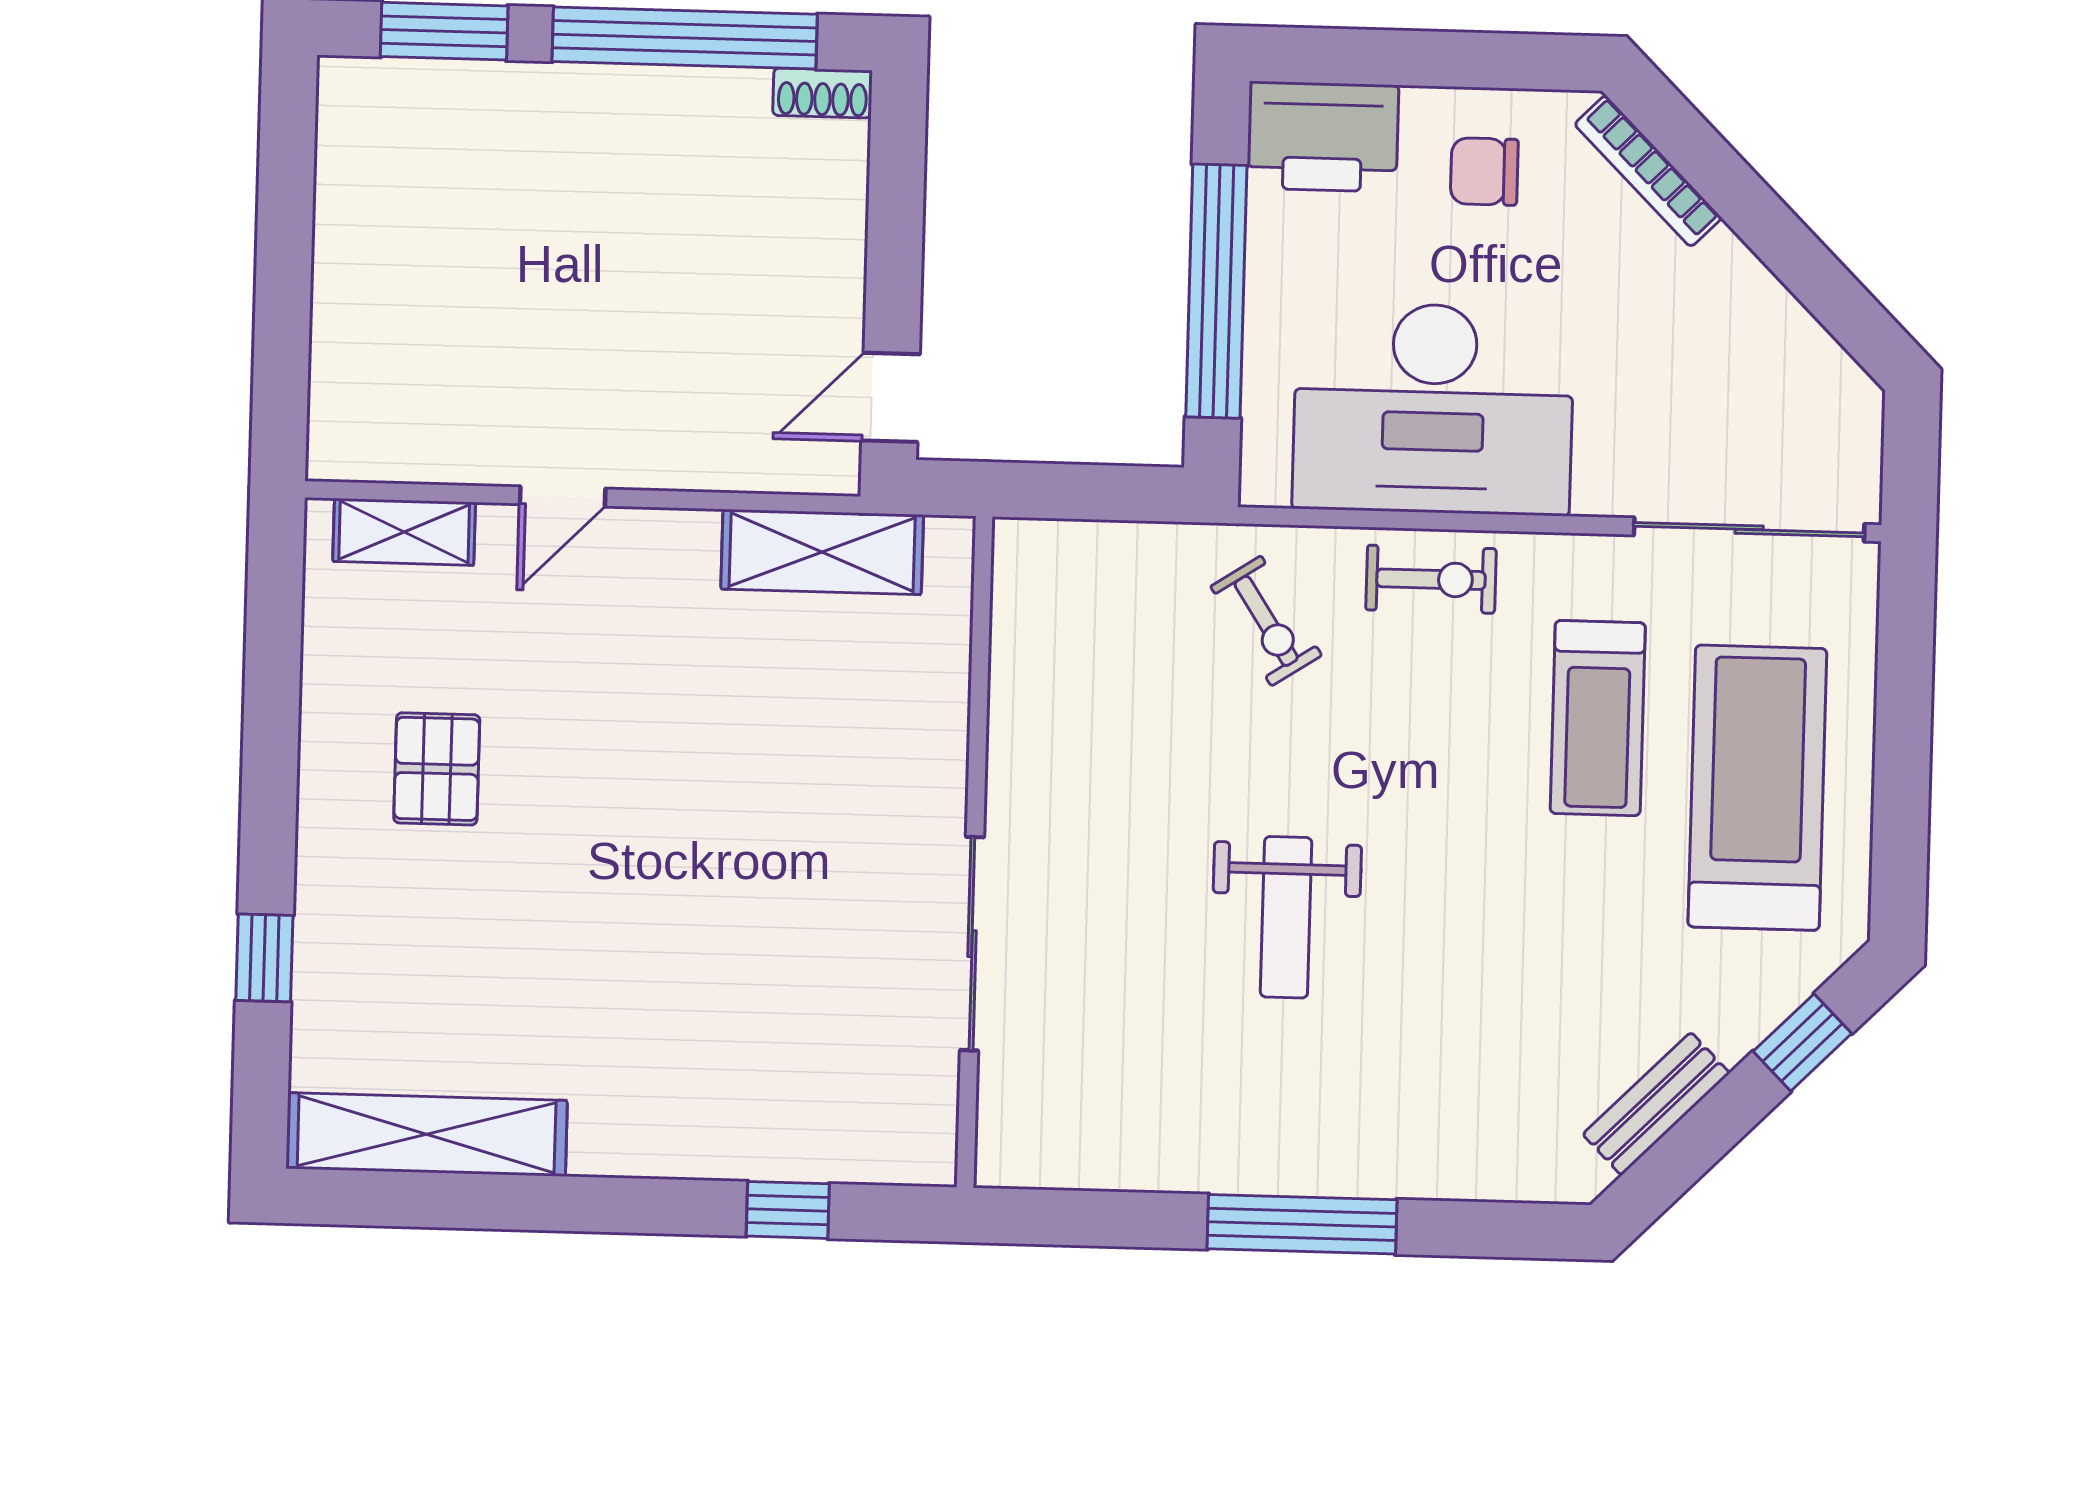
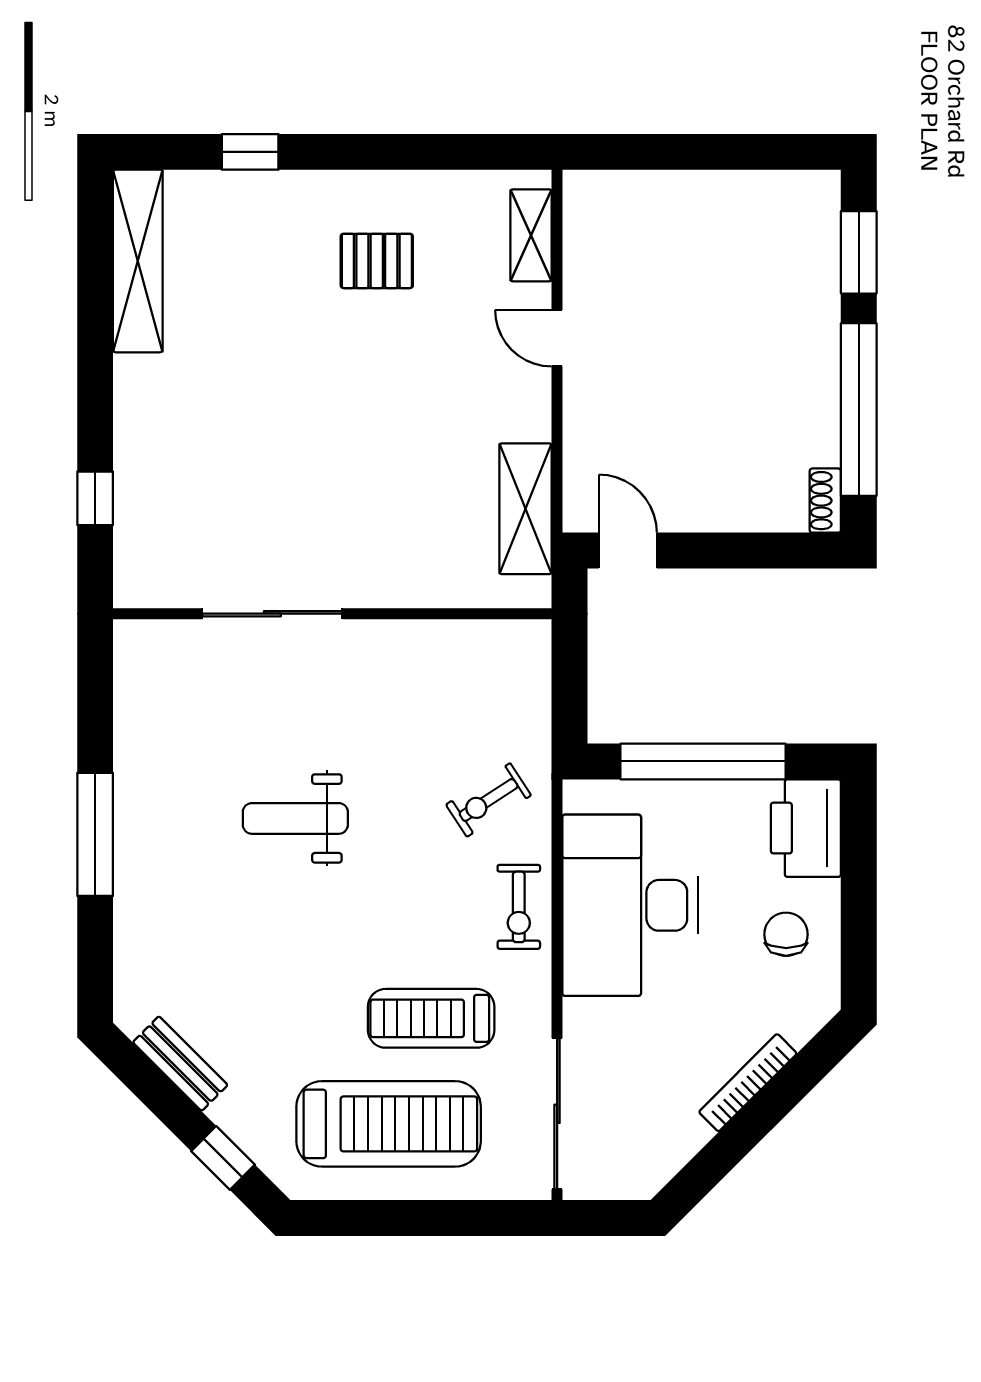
bookcase: (1648, 171) -> (748, 1083), moved

